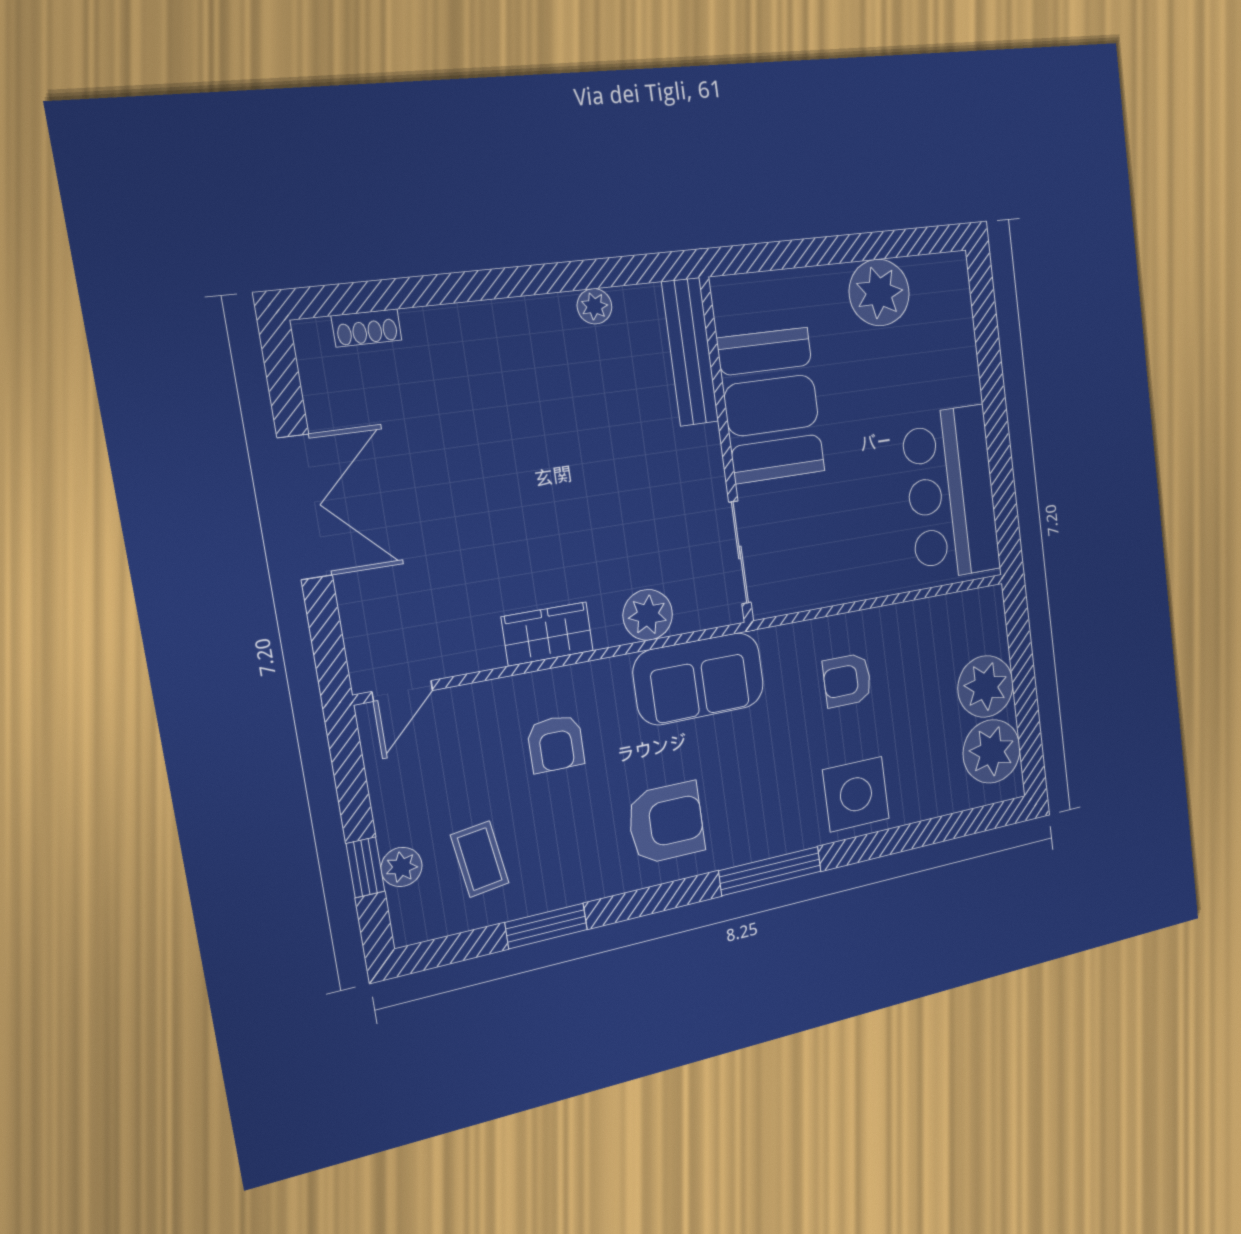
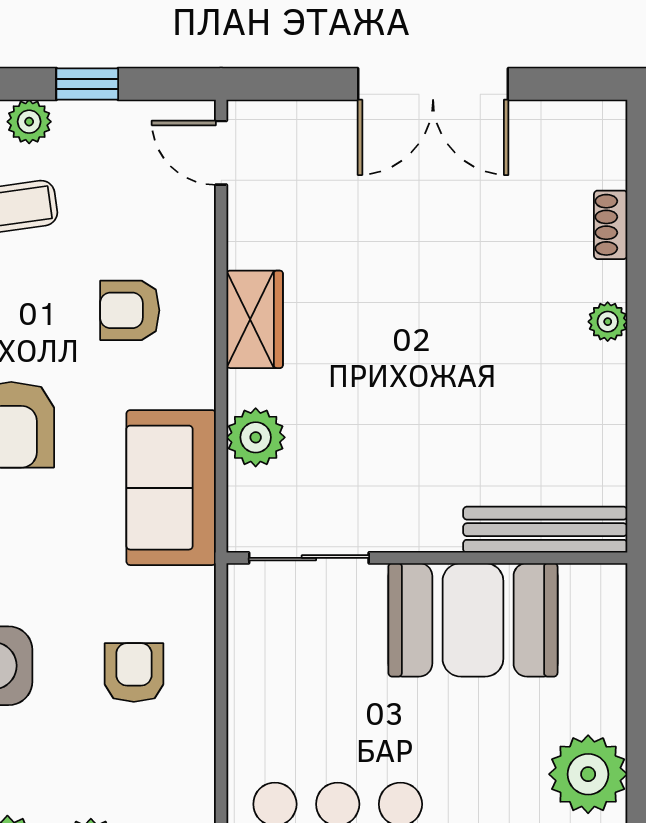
plant: (594, 306) -> (608, 322), moved
shoe rack: (367, 328) -> (611, 225), moved
window: (365, 867) -> (87, 84), moved

